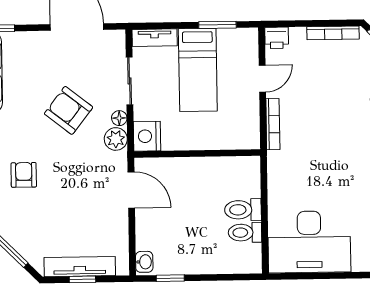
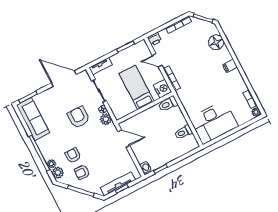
bed: (198, 70) -> (137, 87), moved, turned 180
door: (262, 79) -> (157, 60), swing flipped
armchair: (69, 110) -> (79, 117), turned 52
nightstand: (147, 136) -> (163, 89), moved, turned 180
toilet: (243, 210) -> (168, 104), moved
armchair: (25, 213) -> (82, 172), added

